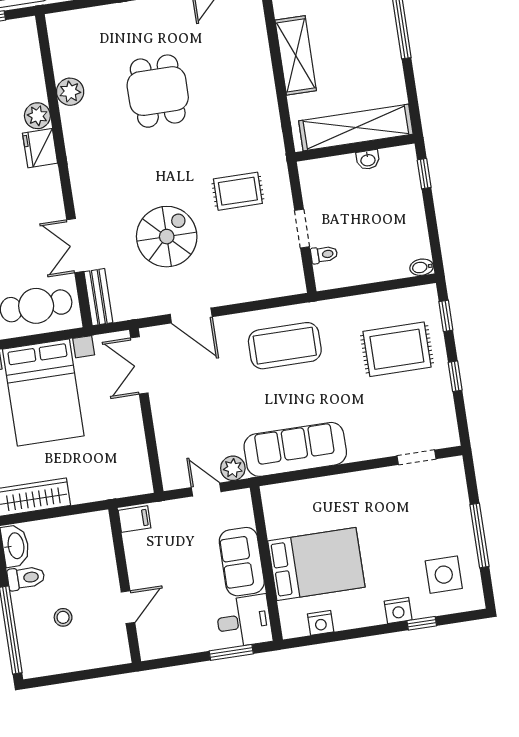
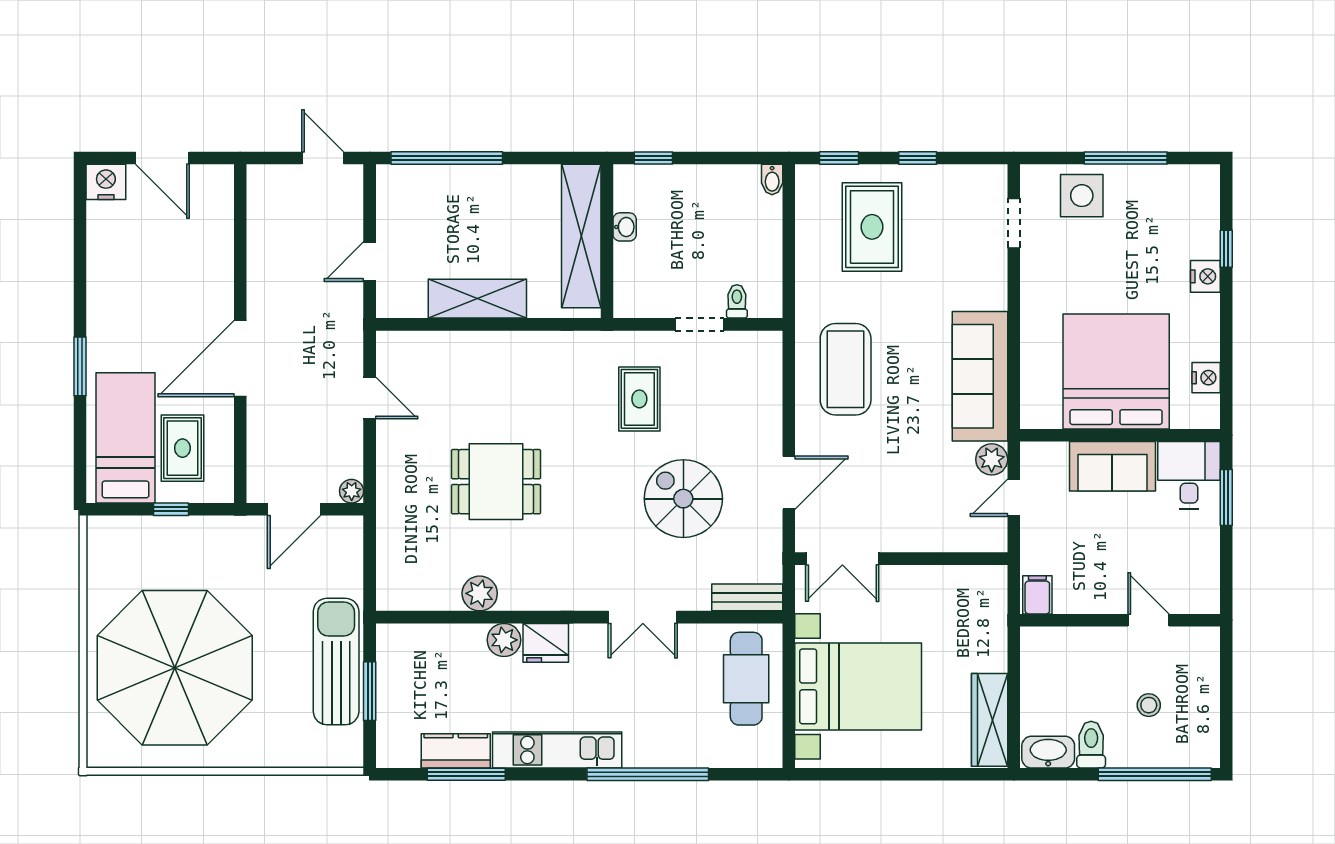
double door: (75, 246) -> (643, 617), moved
bed: (316, 564) -> (1116, 372), width x1.36
side table: (444, 575) -> (1082, 196), moved

